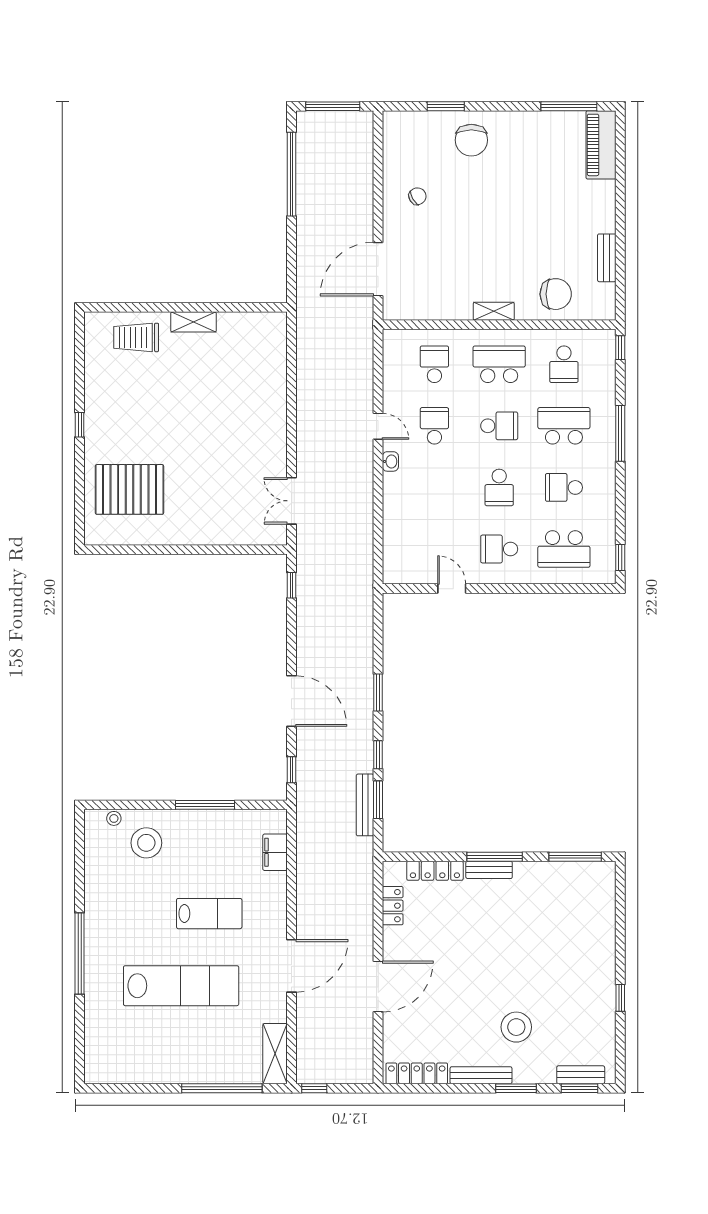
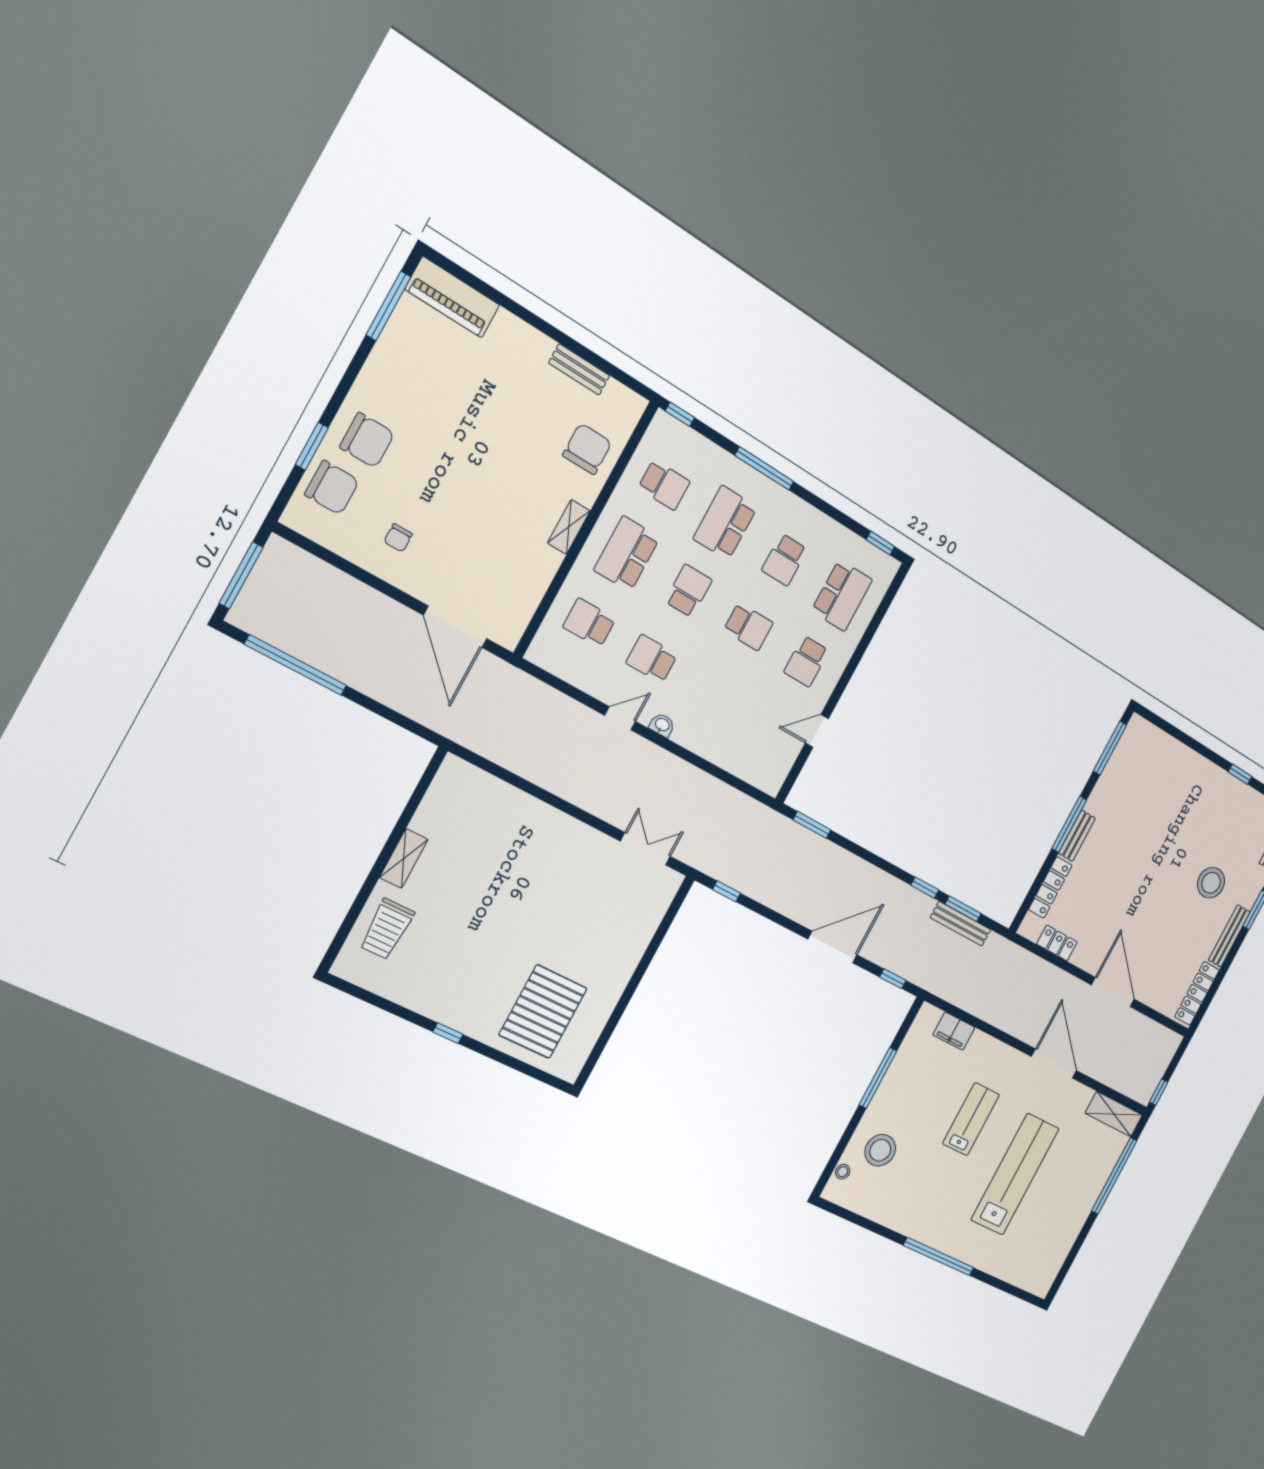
chair: (426, 134) -> (332, 488), added
chair: (417, 196) -> (398, 538), turned -150
double door: (292, 501) -> (645, 849), swing flipped
window: (378, 692) -> (812, 825), moved

